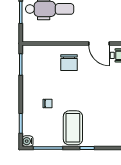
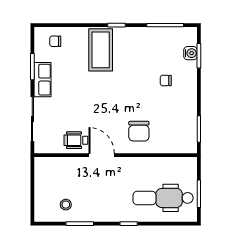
chair: (69, 63) -> (139, 131), turned 180
coffee table: (73, 128) -> (101, 50), moved
water cooler: (28, 141) -> (191, 53), moved

